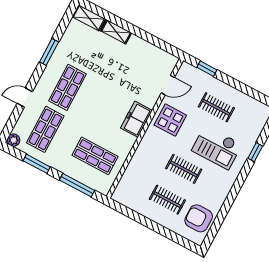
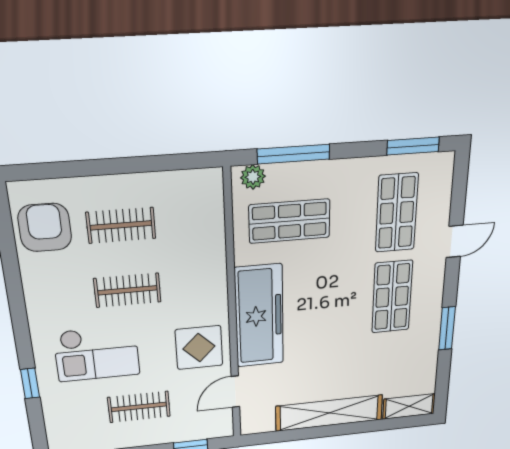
shelving: (116, 32) -> (329, 413), width x2.20, depth x1.33
freezer: (136, 119) -> (259, 316), width x1.91, depth x1.26
plant: (13, 140) -> (253, 177), moved
checkout: (217, 147) -> (97, 354), turned 180
window: (37, 164) -> (413, 146), moved
armchair: (199, 218) -> (45, 228), turned -90

